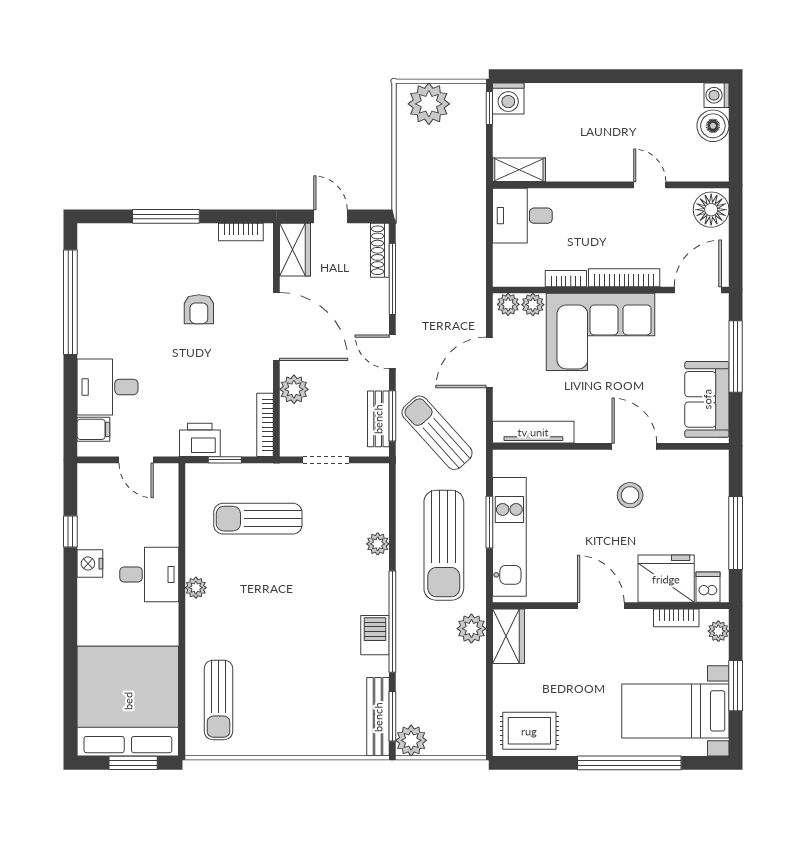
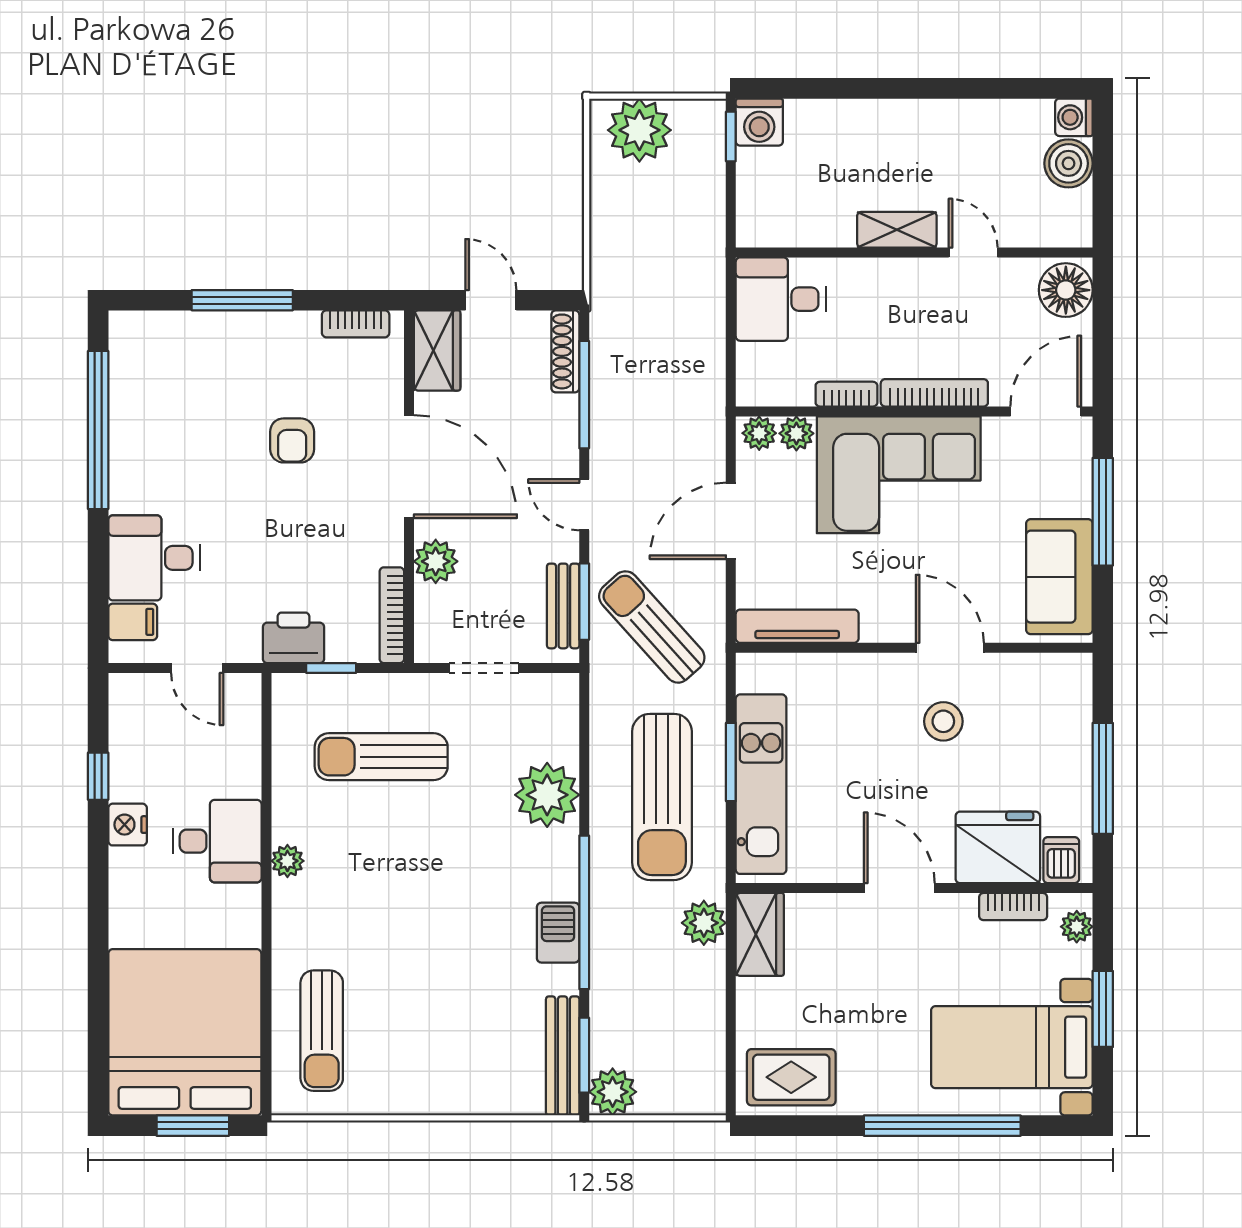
shelving: (519, 170) -> (897, 230), moved
plant: (378, 544) -> (547, 795), width x1.88, depth x1.88

